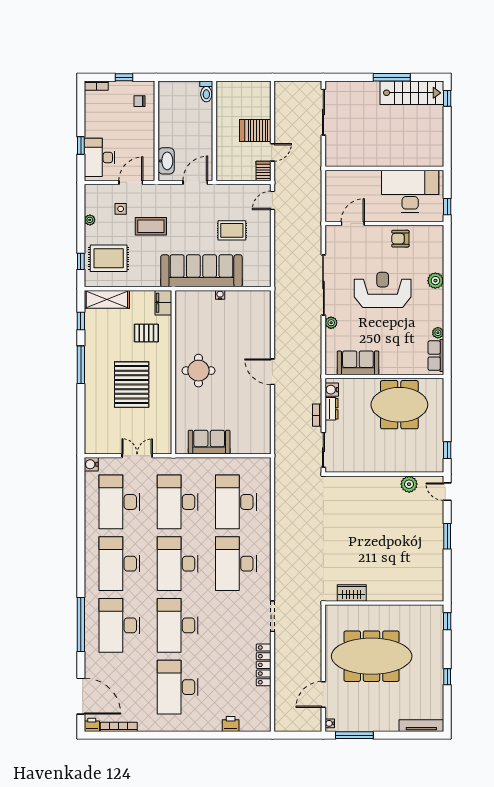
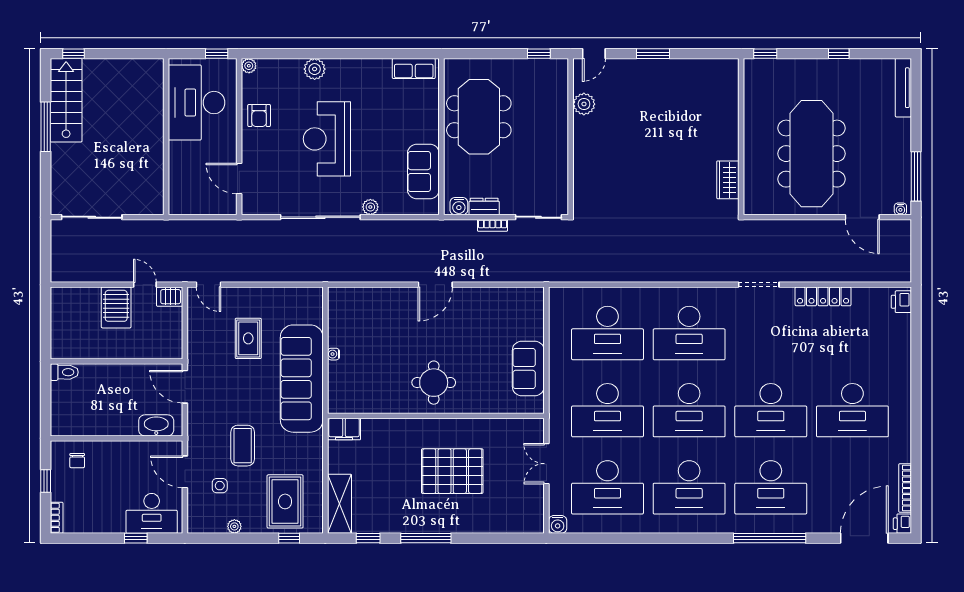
pallet: (146, 333) -> (384, 451), removed
plant: (438, 333) -> (249, 66), moved
printer: (231, 724) -> (901, 302), moved

